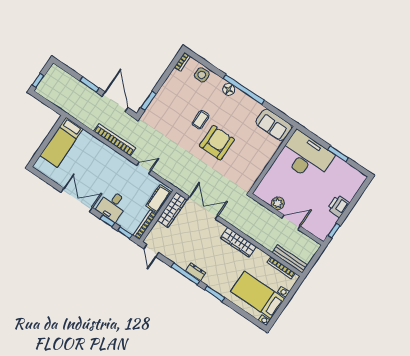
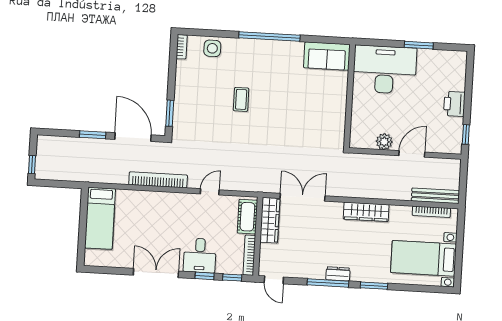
floor lamp: (229, 89) -> (252, 46), removed
armchair: (217, 143) -> (275, 114), removed

